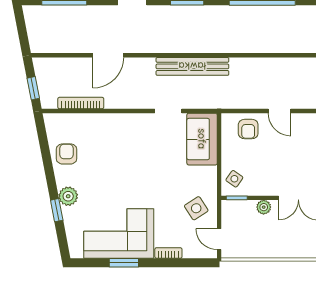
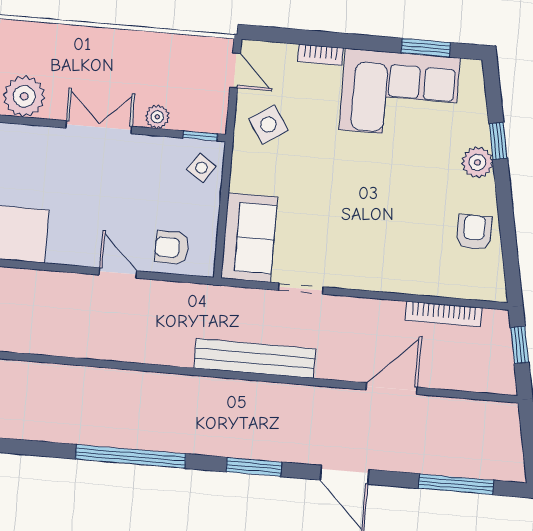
armchair: (248, 129) -> (172, 248), turned -90
armchair: (67, 154) -> (474, 232), turned 180
window: (124, 263) -> (426, 48), moved

